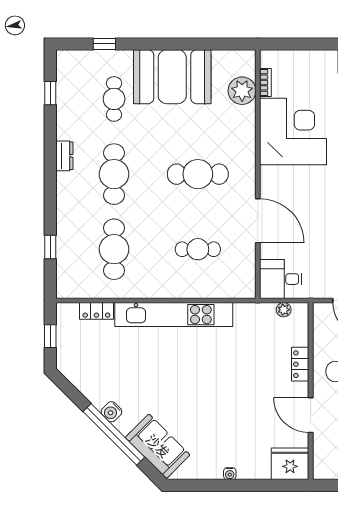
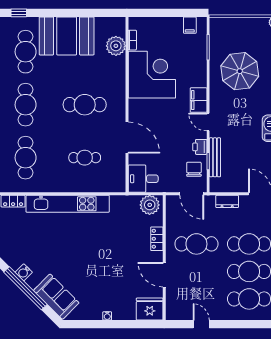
cafe table: (114, 99) -> (26, 52), width x1.37, depth x1.35
plant: (284, 310) -> (150, 205), width x1.87, depth x1.87

